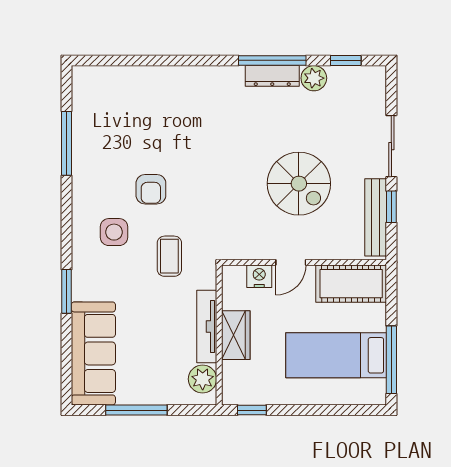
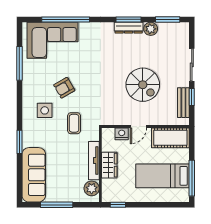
window: (154, 60) -> (66, 19), added
window: (272, 60) -> (129, 19), width x0.69
window: (346, 60) -> (168, 19), width x1.50
corner sofa: (129, 100) -> (52, 40), added
armchair: (151, 189) -> (64, 88), turned 60
bench: (376, 217) -> (183, 103), width x0.73

